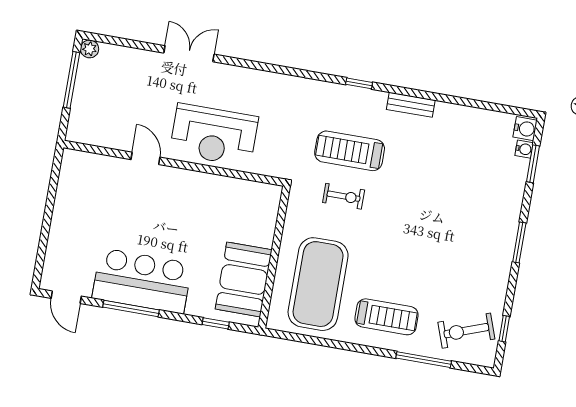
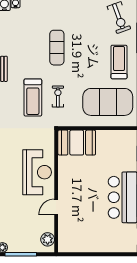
plant: (90, 133) -> (48, 239), added
exercise mat: (432, 210) -> (57, 48), added
booth: (244, 279) -> (77, 143), moved

